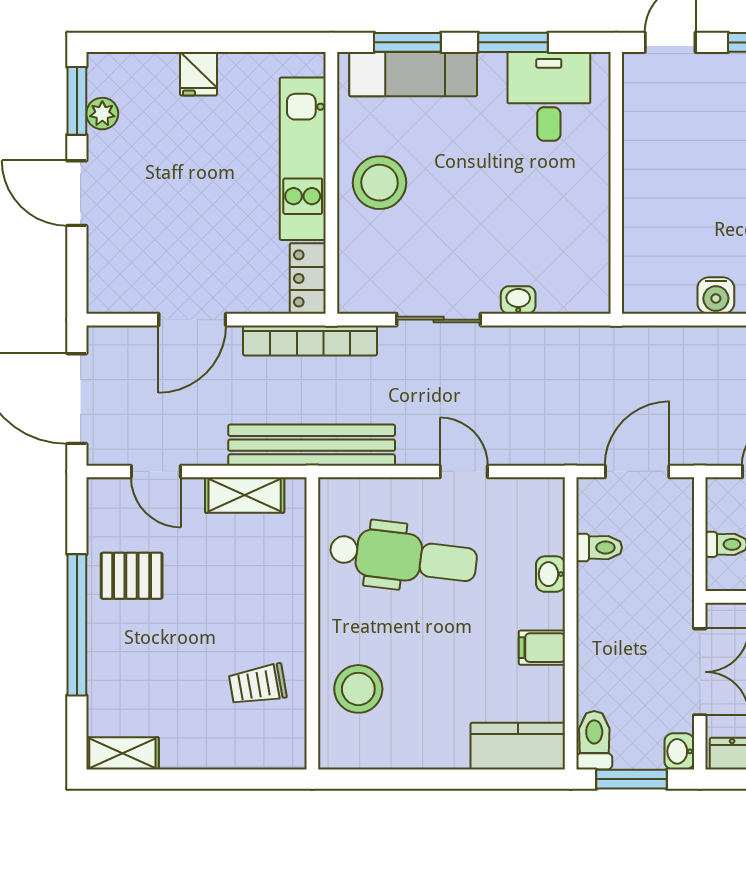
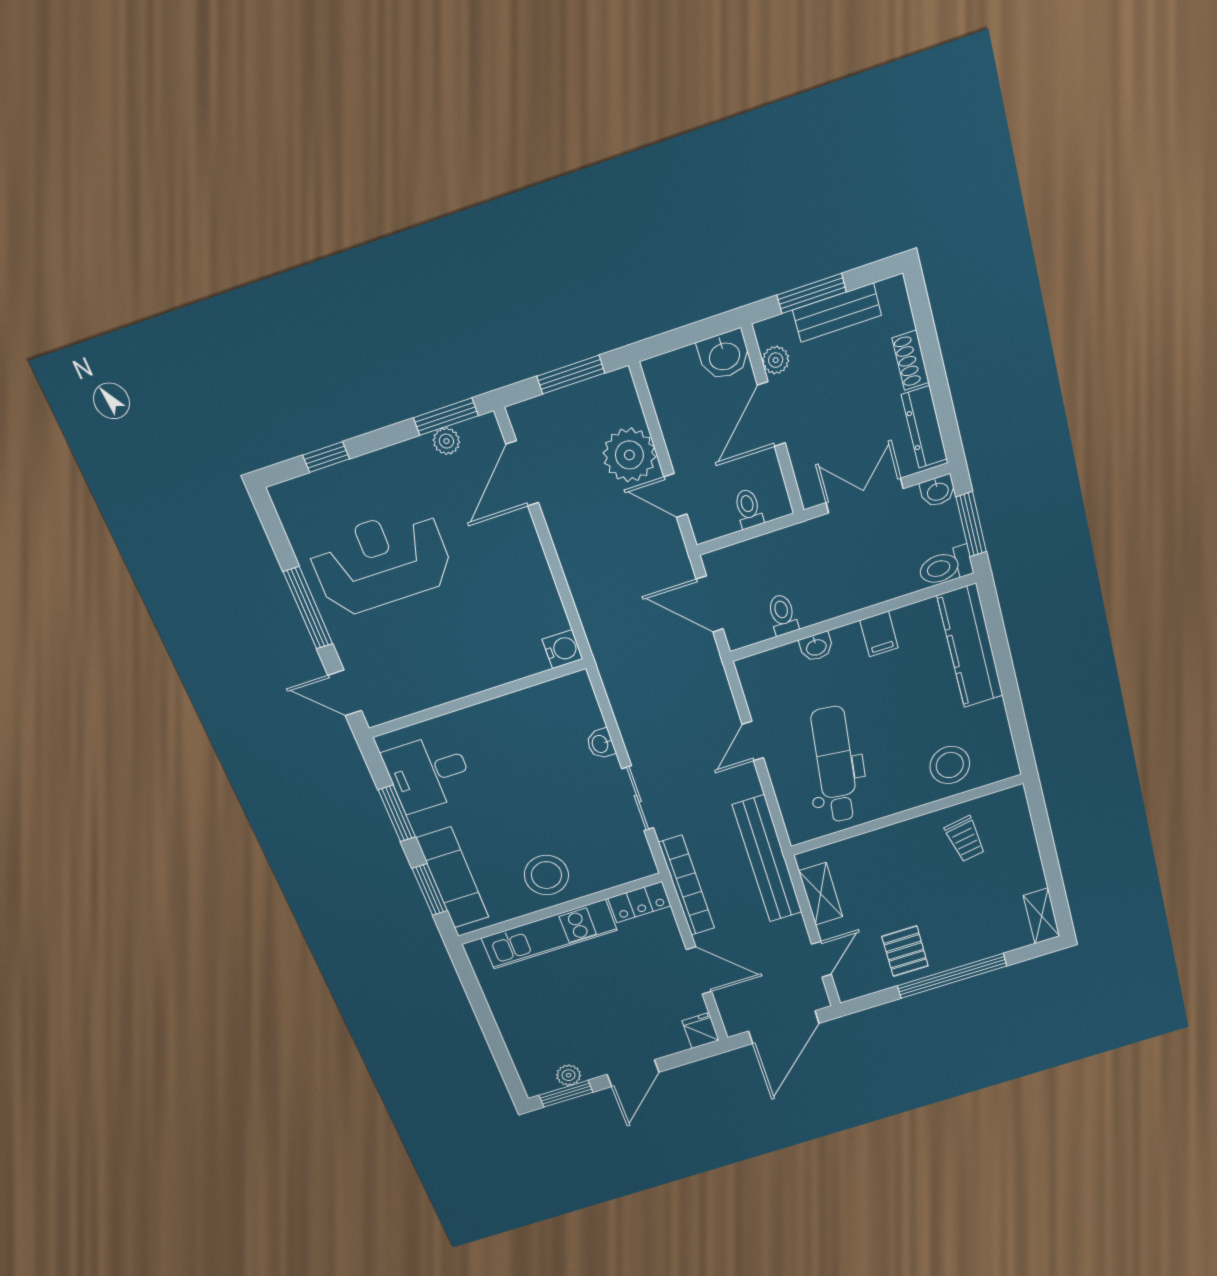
fridge: (198, 74) -> (701, 1031), moved, turned -90
water cooler: (716, 296) -> (562, 649), moved
kitchen counter: (518, 746) -> (970, 646), width x1.50

